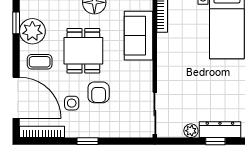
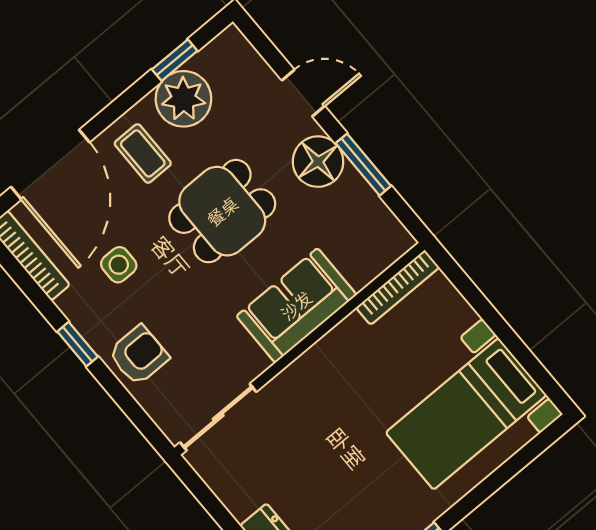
sofa: (139, 36) -> (296, 305), moved
armchair: (99, 92) -> (139, 355), moved, turned 180
plant: (191, 131) -> (240, 502), removed

